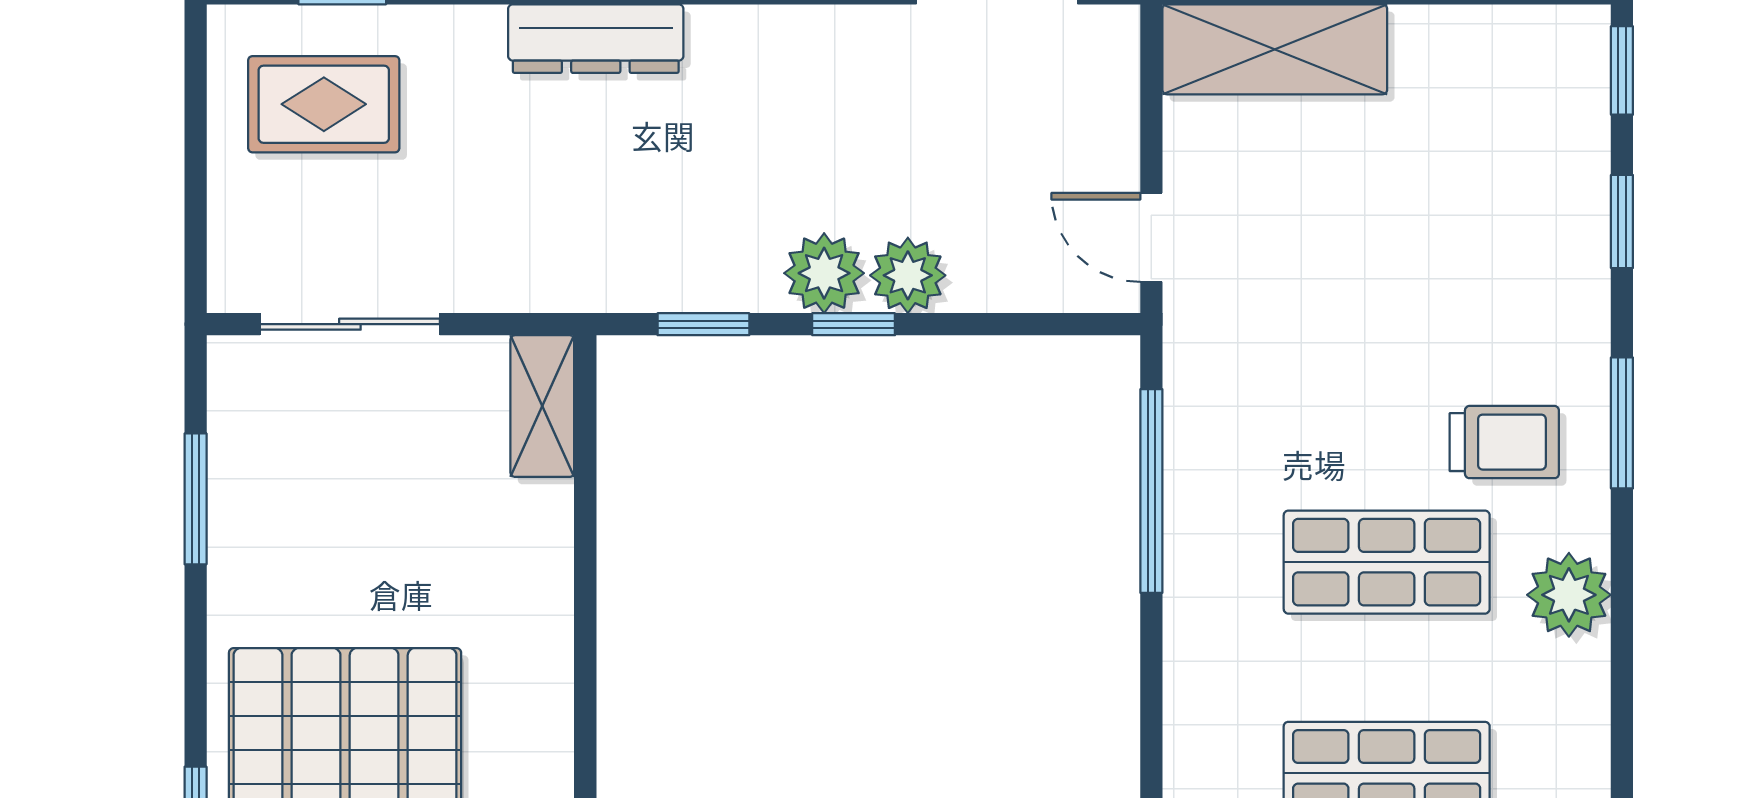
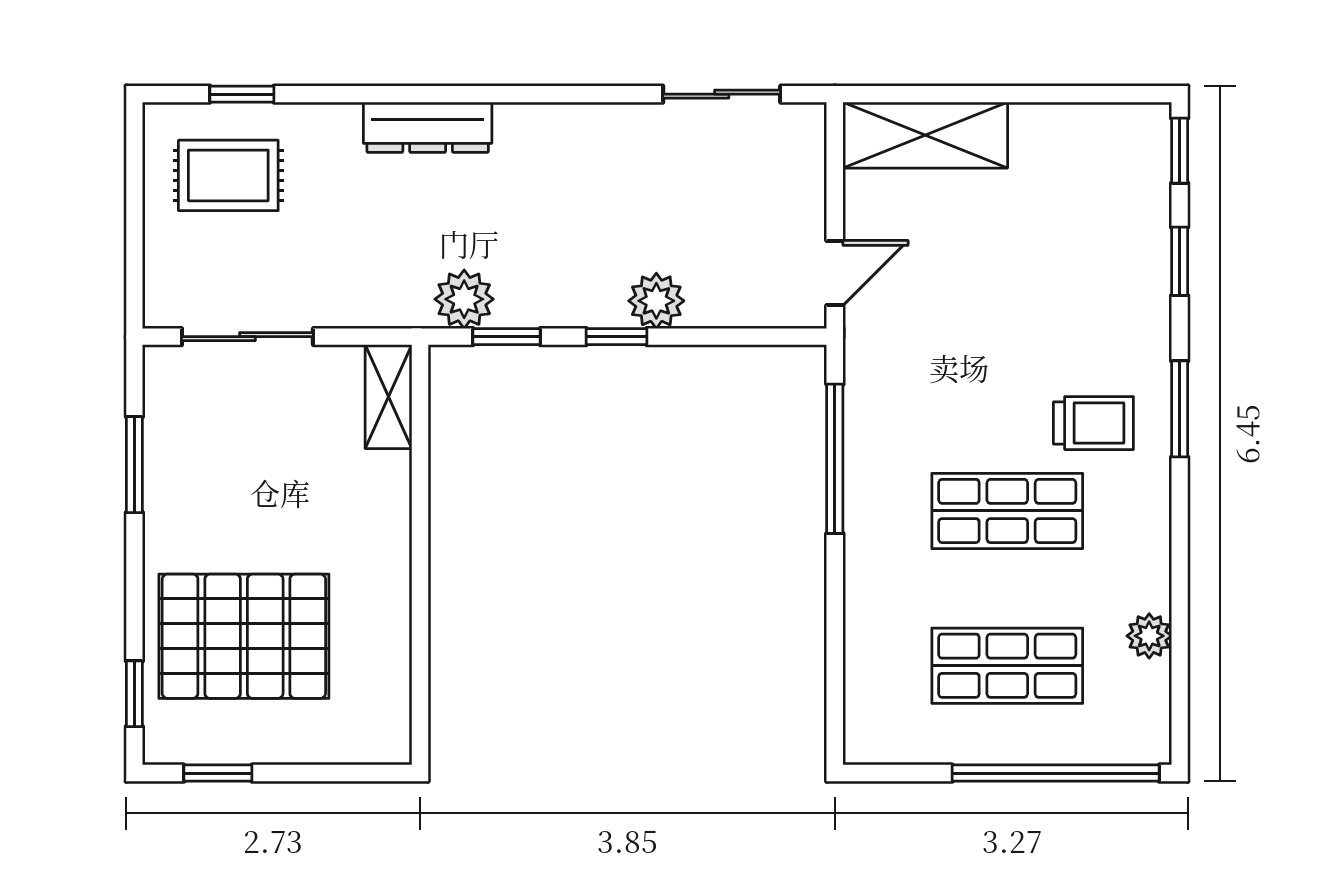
door: (1151, 237) -> (835, 273), swing flipped
plant: (824, 273) -> (464, 299), moved
plant: (1569, 595) -> (1149, 636), moved, width x0.73, depth x0.73

